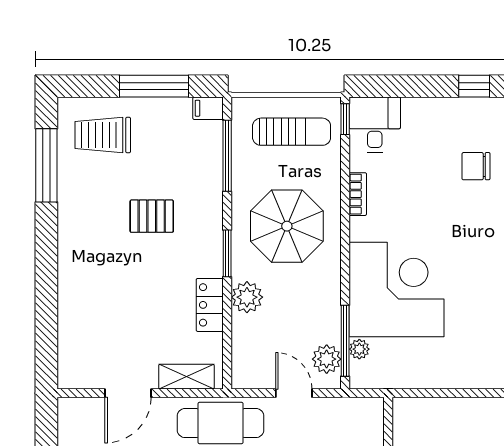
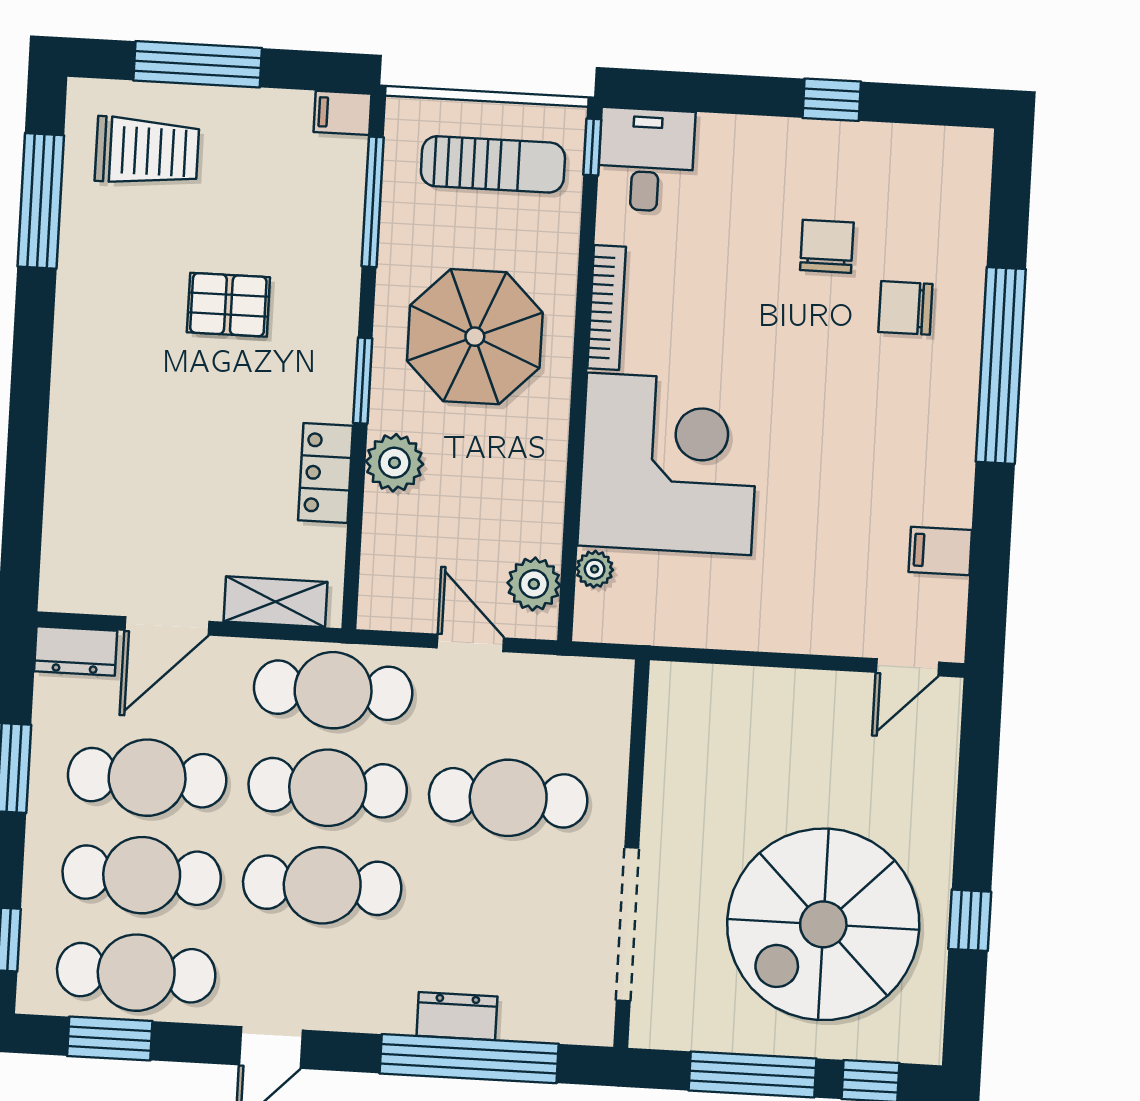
window: (154, 86) -> (198, 64), moved
trolley: (103, 135) -> (147, 151), turned 180
chair: (476, 166) -> (827, 246), turned 90
bookcase: (358, 194) -> (607, 308), width x1.56
window: (345, 341) -> (570, 553), removed
dresser: (79, 409) -> (76, 651), added

